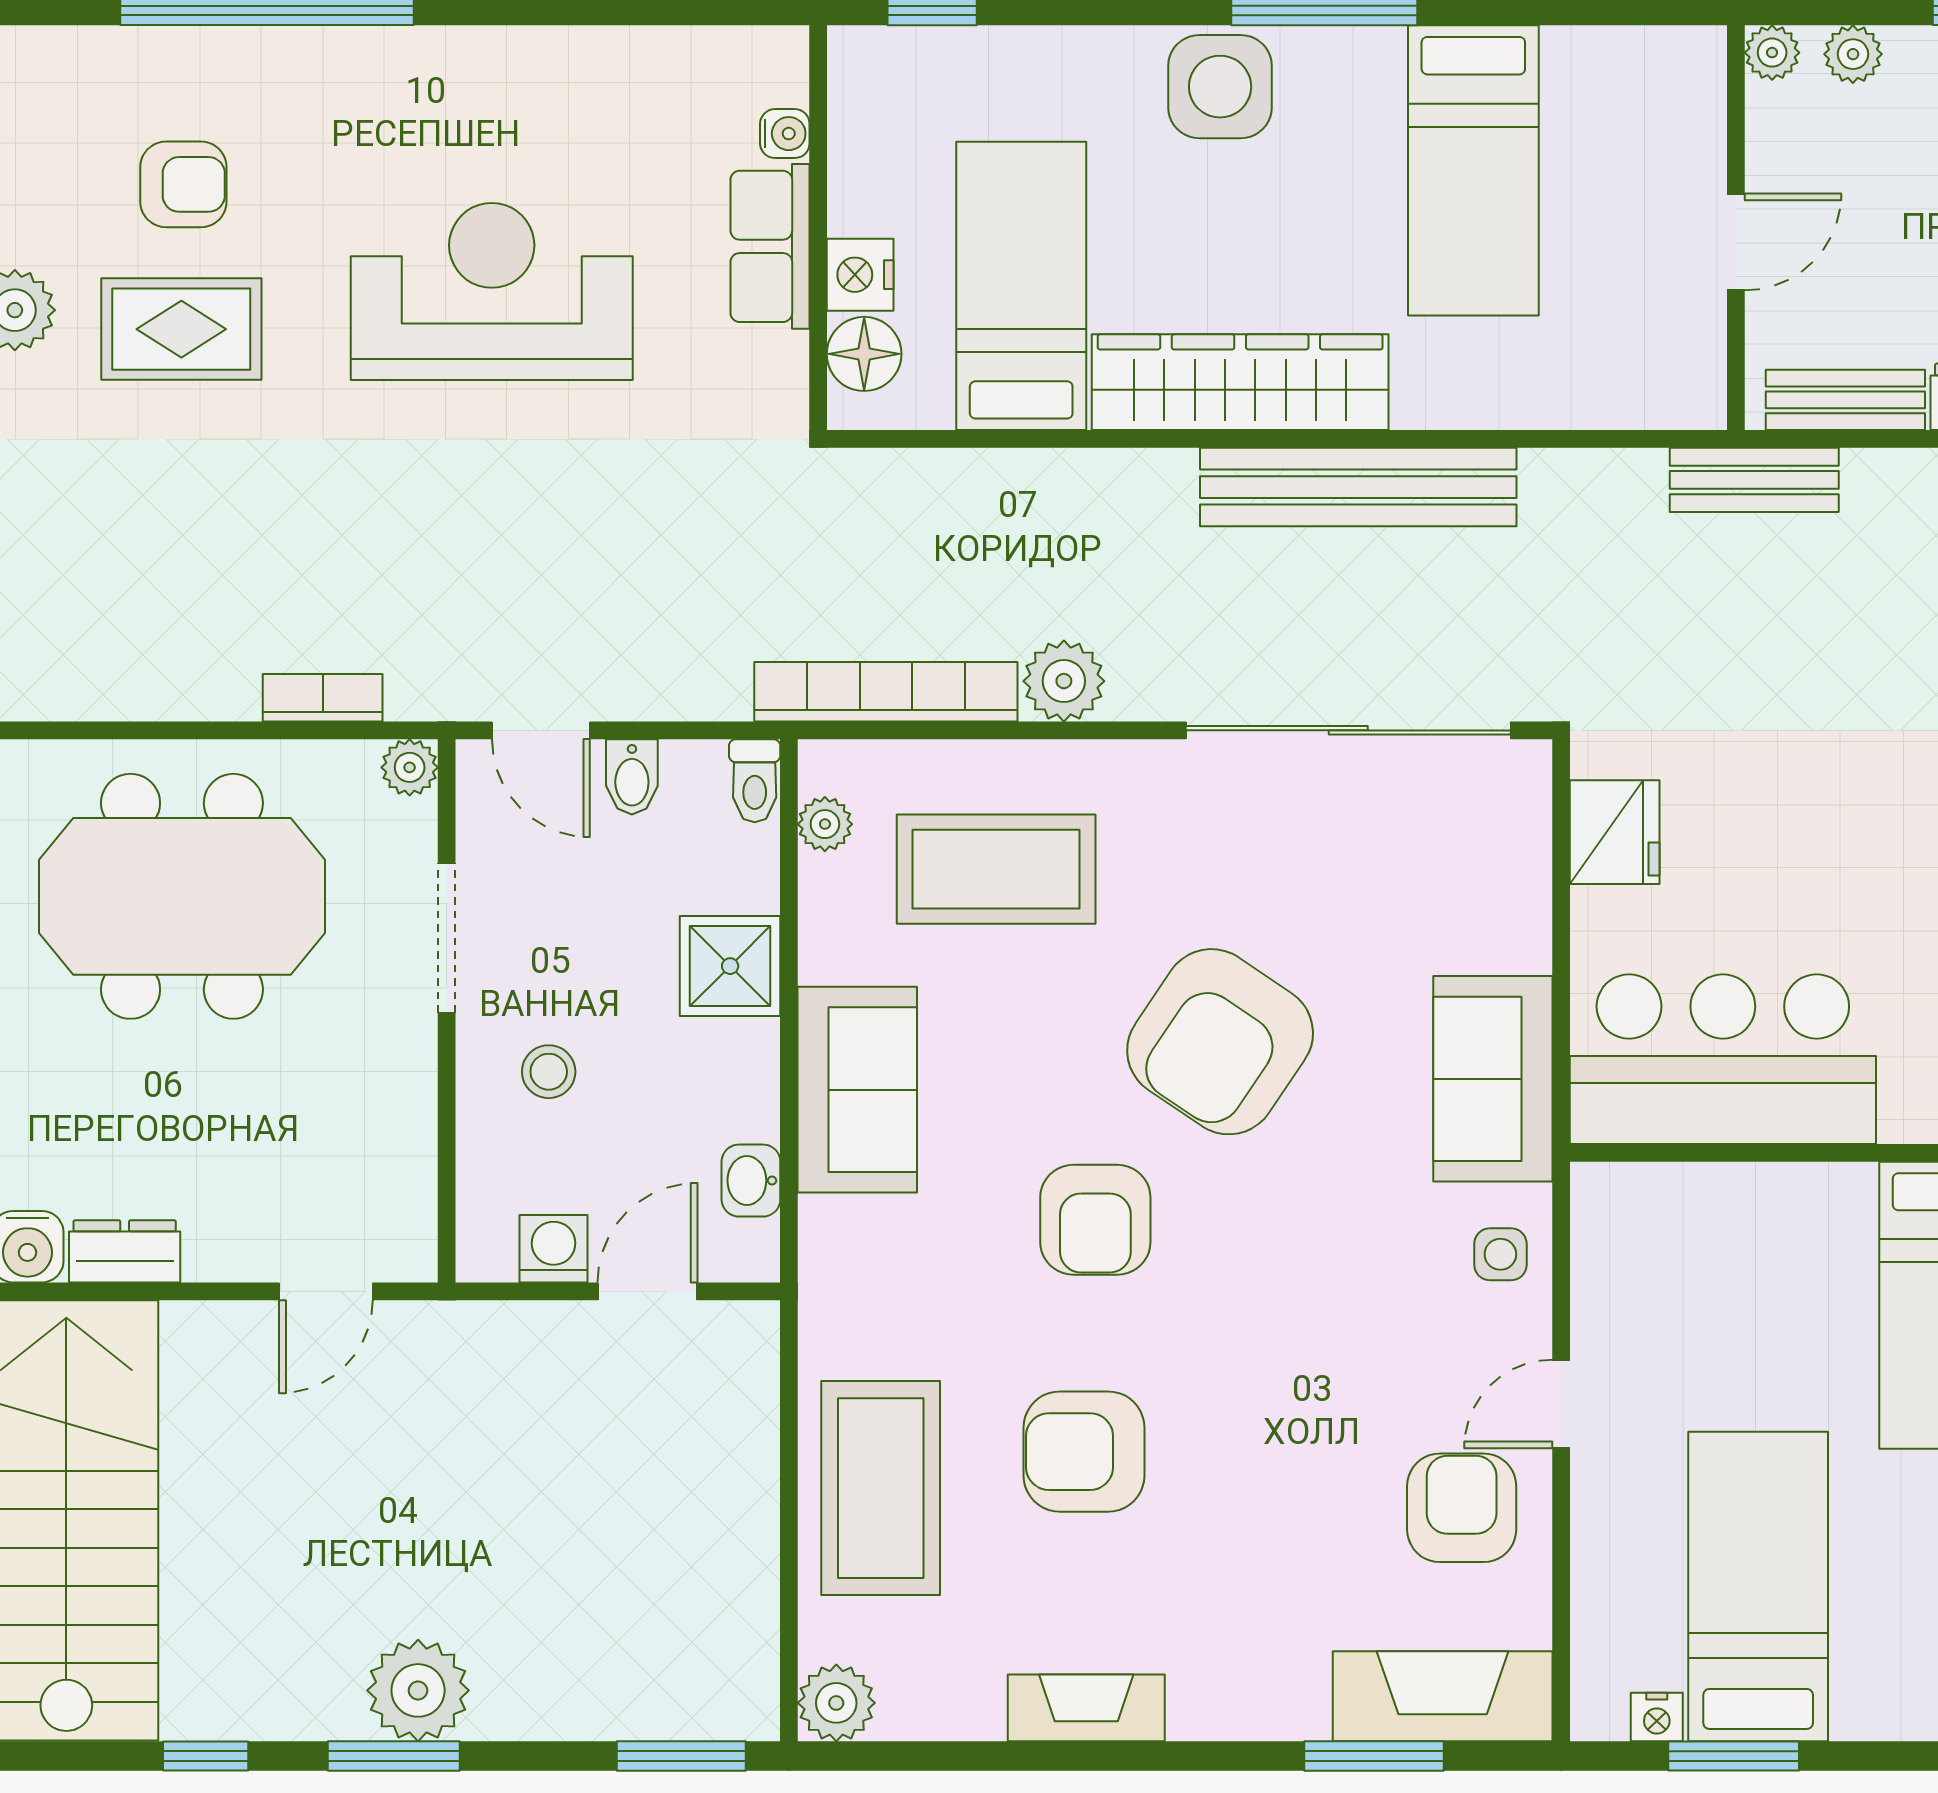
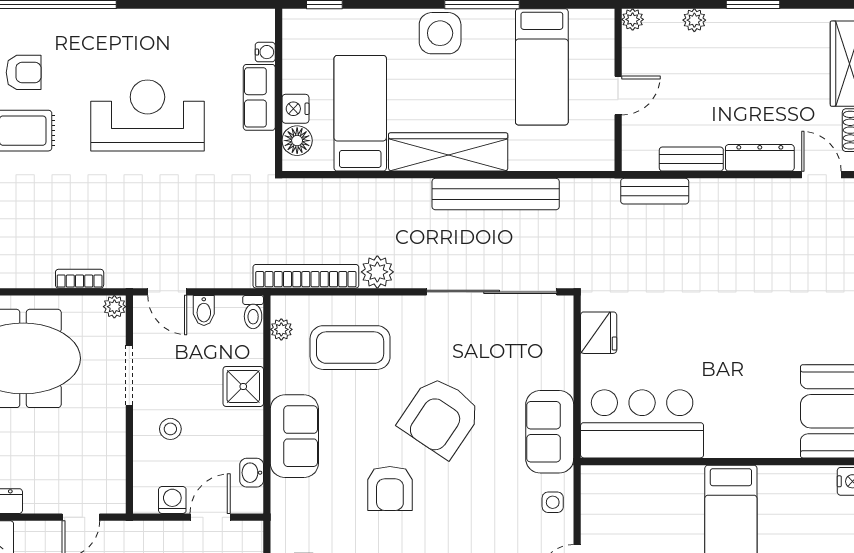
plant: (1772, 53) -> (633, 19), moved
wall: (1736, 228) -> (618, 90), moved
door: (1736, 242) -> (618, 96), moved

